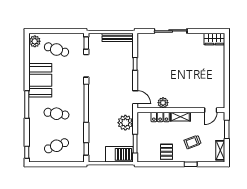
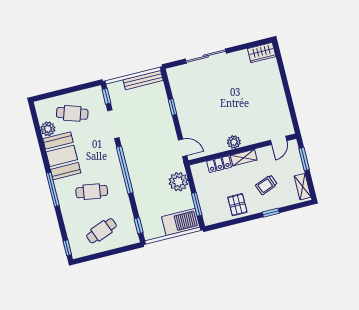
plant: (35, 41) -> (48, 129), moved
plant: (163, 103) -> (234, 142), moved

